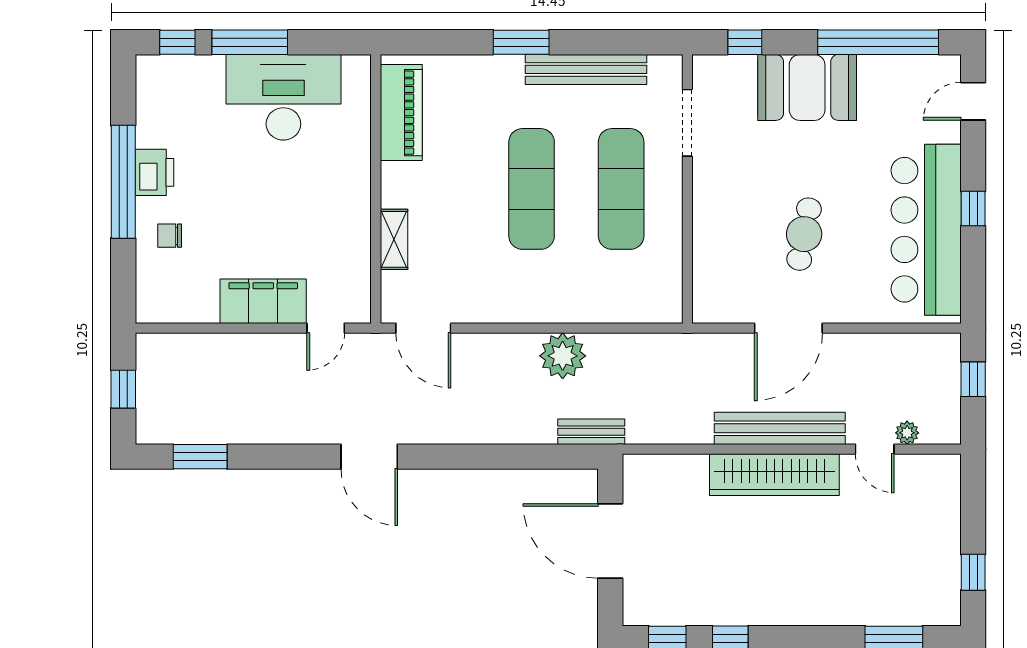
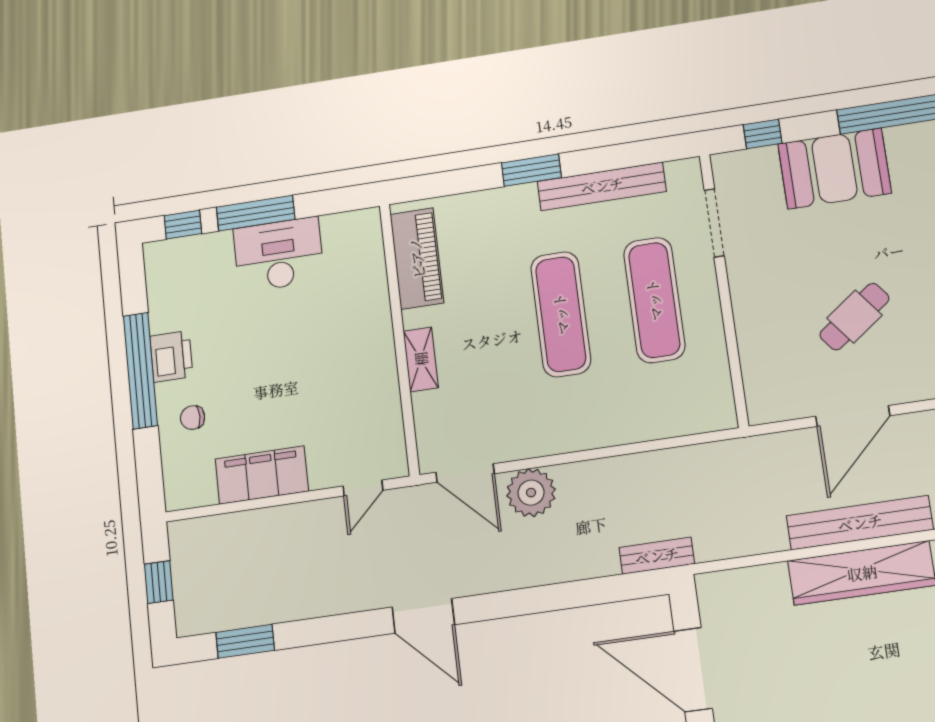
desk: (283, 97) -> (279, 255), width x0.73, depth x0.77
cafe table: (804, 234) -> (854, 317), turned 42
shelving: (394, 239) -> (421, 359), moved
filing cabinet: (263, 301) -> (262, 475), moved
plant: (563, 356) -> (531, 493), moved

